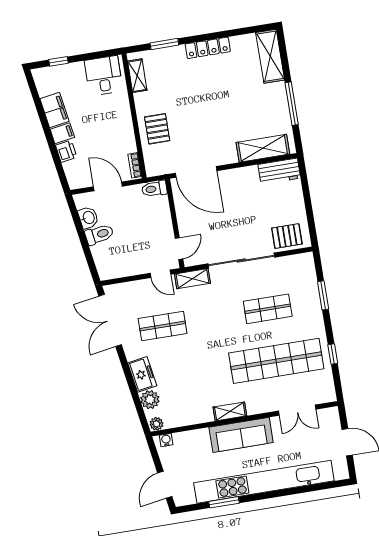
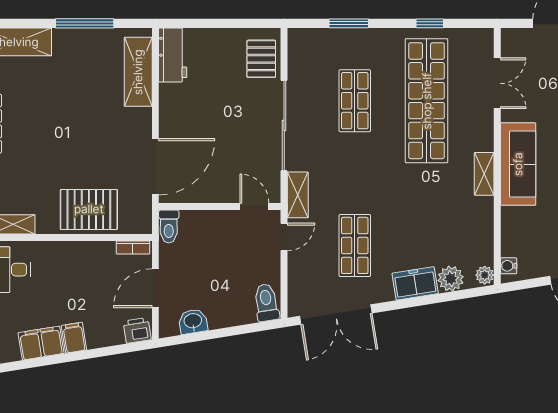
pallet: (157, 129) -> (89, 209), width x1.50, depth x1.42
printer: (66, 151) -> (137, 330), moved
toilet: (99, 234) -> (266, 303), moved

